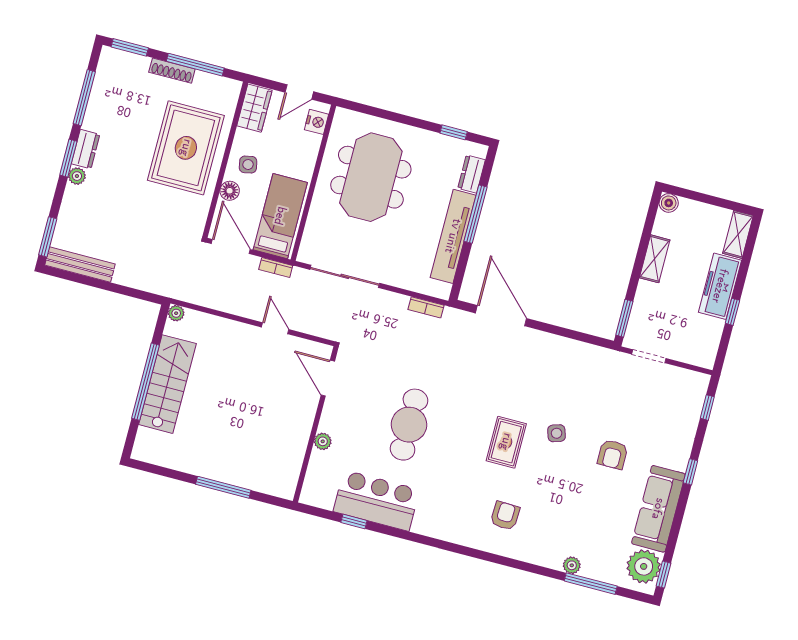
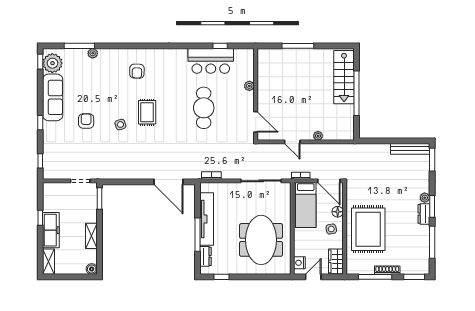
plant: (176, 313) -> (318, 136), moved
stairs: (167, 384) -> (344, 77), moved

